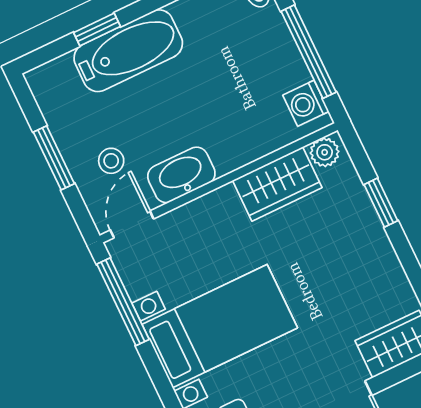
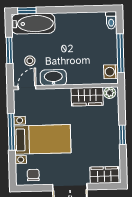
window: (97, 29) -> (27, 11), moved
bathtub: (128, 51) -> (33, 24), moved
window: (381, 203) -> (122, 135), moved
window: (123, 302) -> (11, 132), moved

